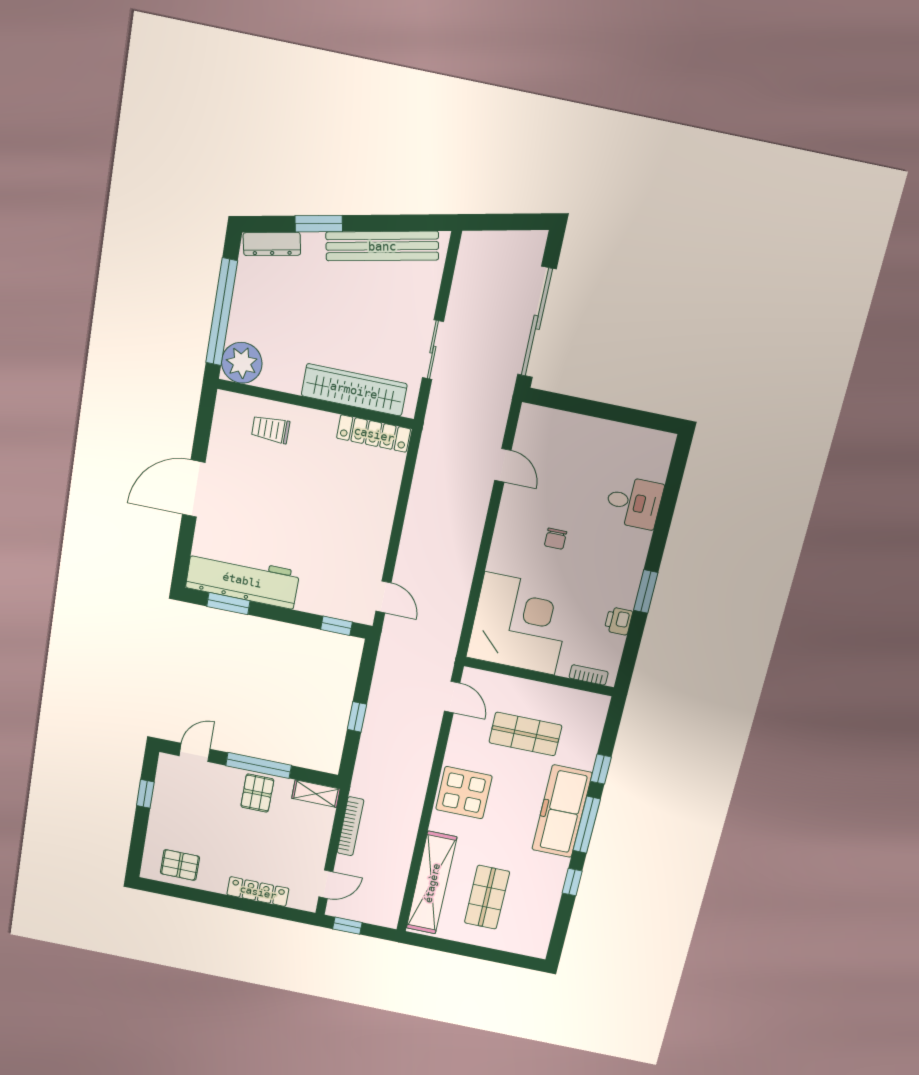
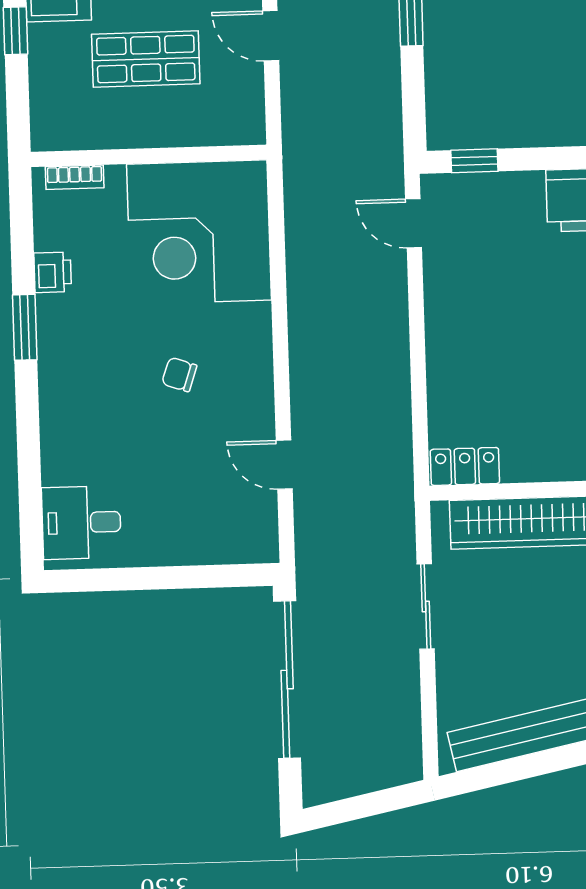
locker: (374, 434) -> (465, 466), width x0.66
desk: (634, 503) -> (81, 523), moved
chair: (555, 539) -> (179, 375), turned -71
door: (452, 697) -> (271, 36), moved

